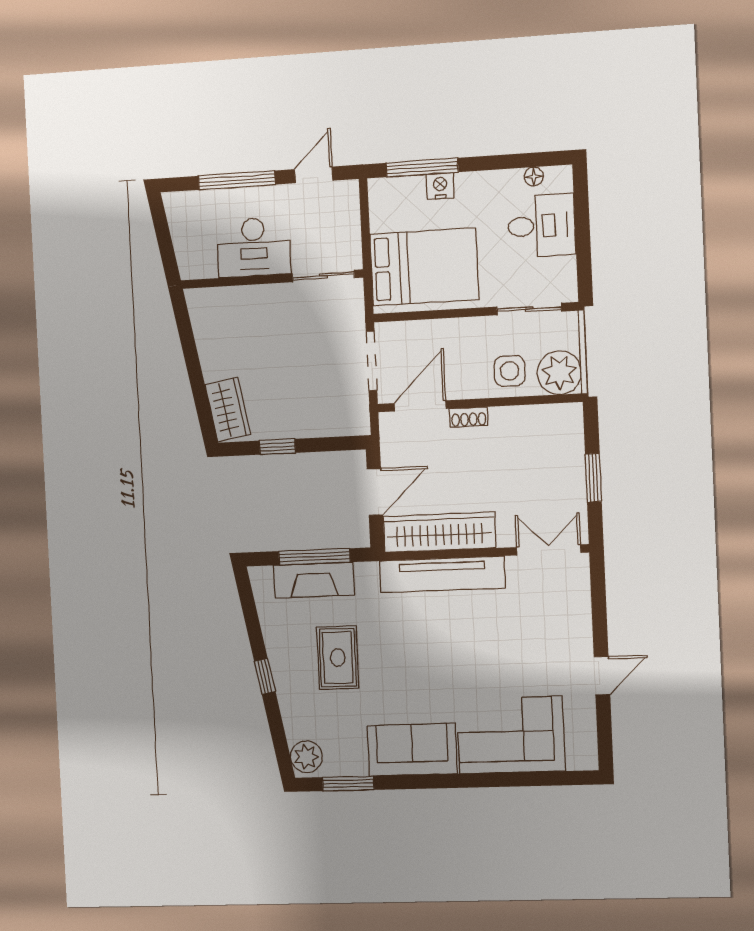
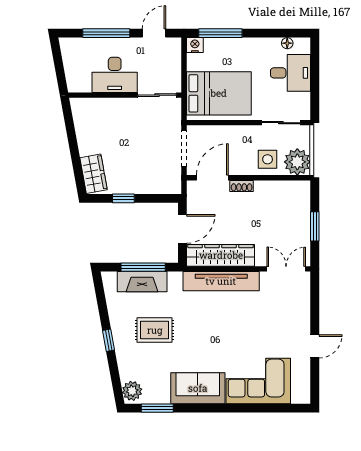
nightstand: (440, 186) -> (195, 45), moved
rug: (338, 658) -> (155, 330), turned 90

